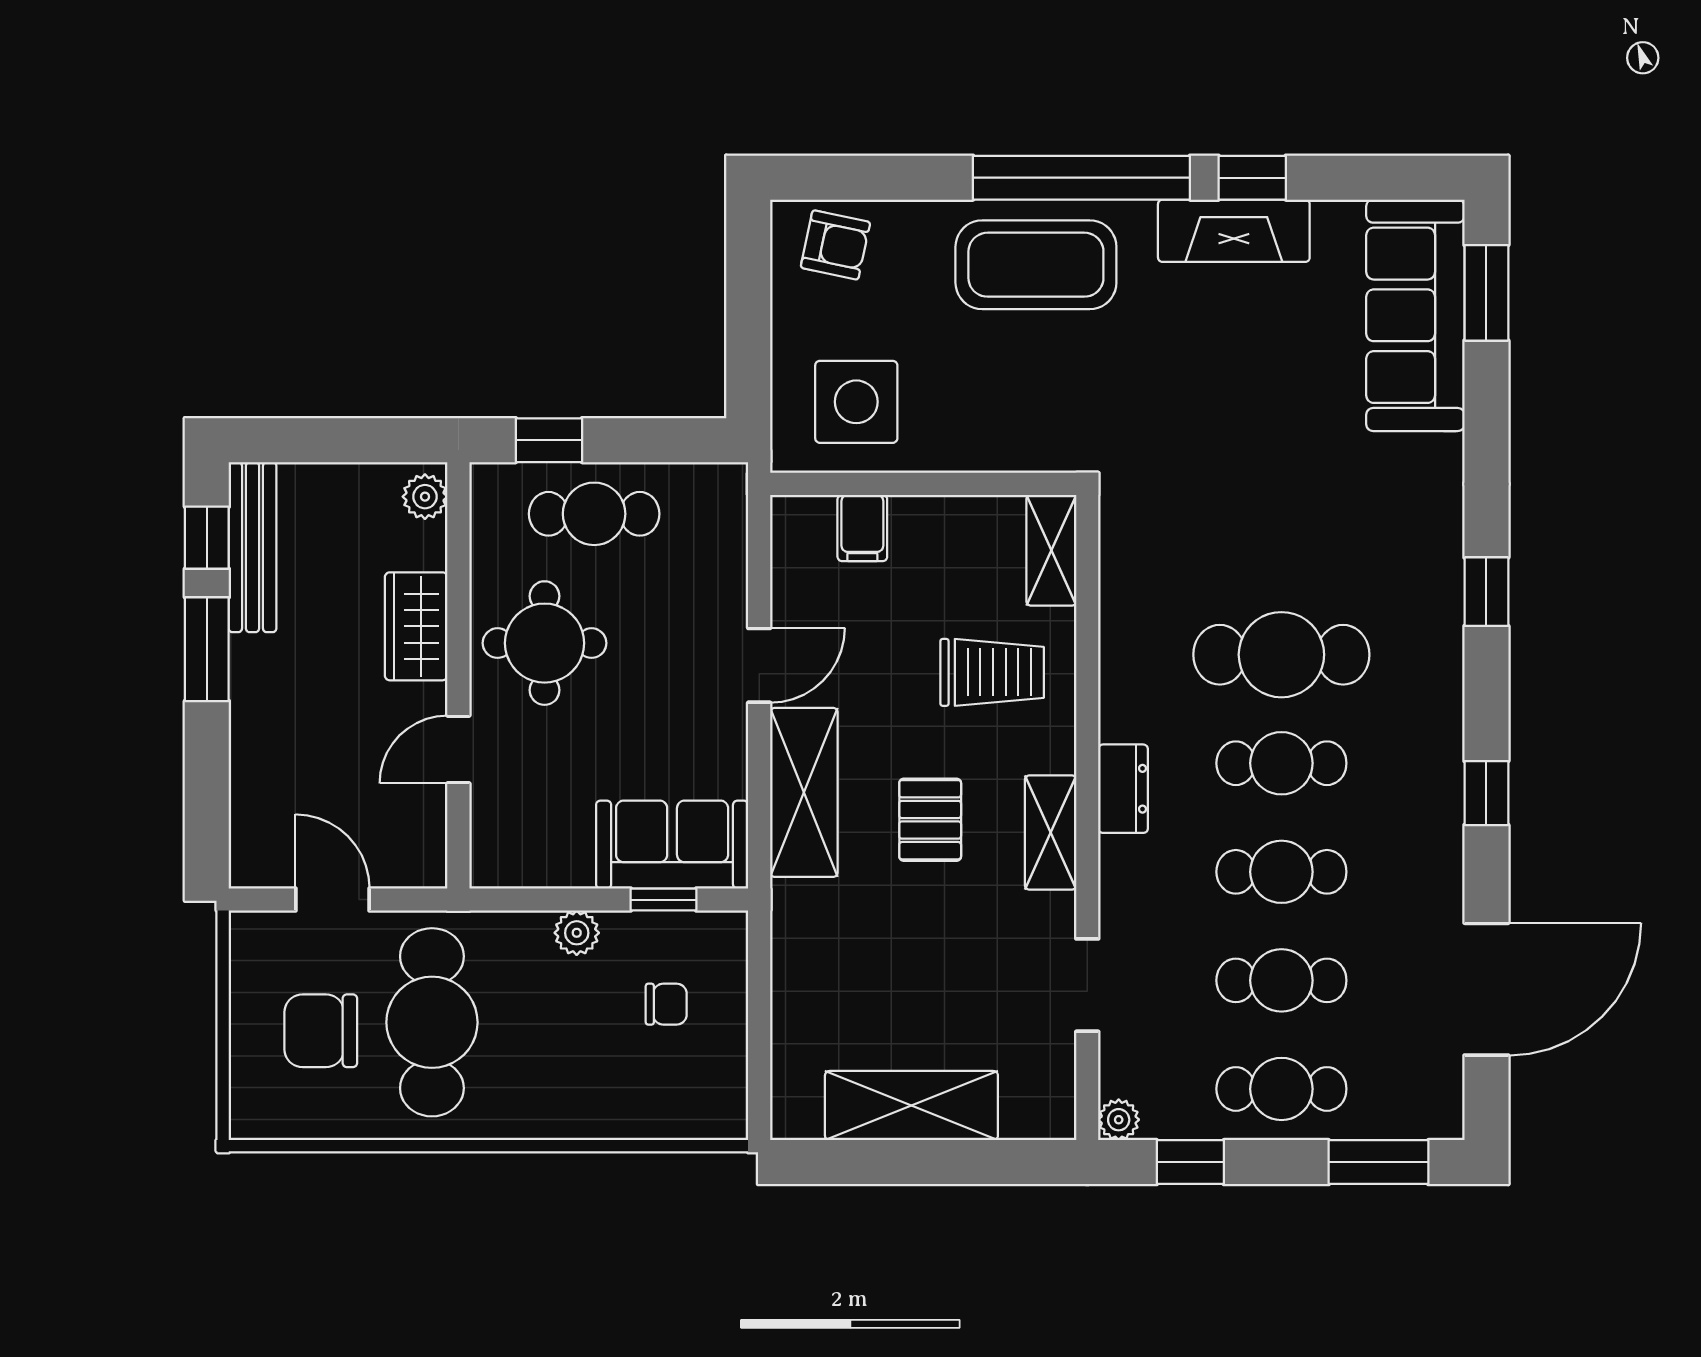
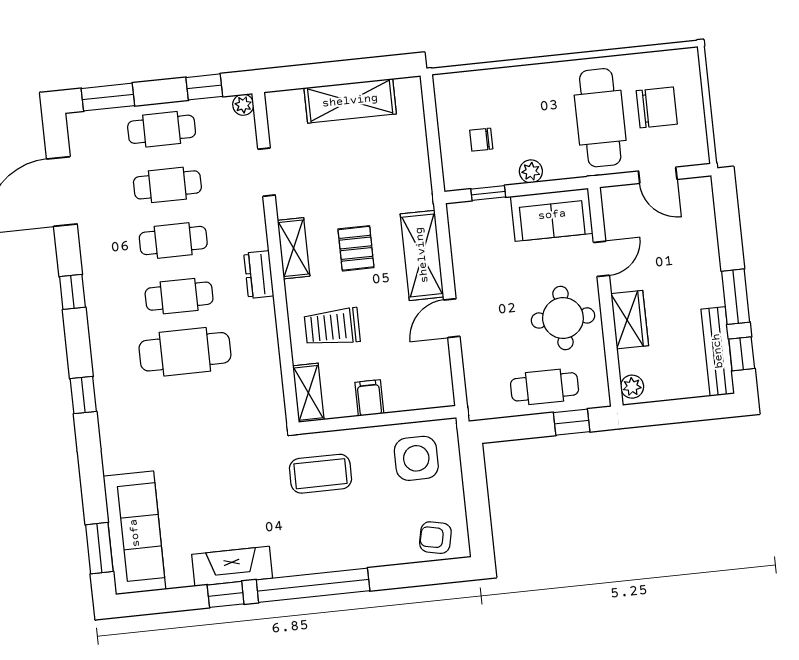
coffee table: (1036, 265) -> (320, 474), moved, width x0.73, depth x0.76
filing cabinet: (862, 528) -> (369, 398), moved
sofa: (672, 845) -> (552, 215), moved

